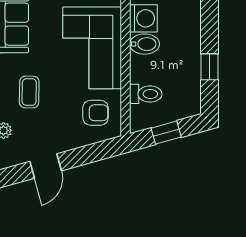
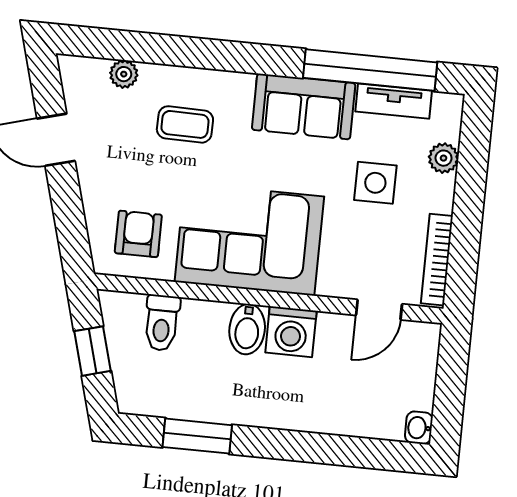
window: (210, 67) -> (197, 436), width x1.50
armchair: (96, 113) -> (138, 234), turned 180

